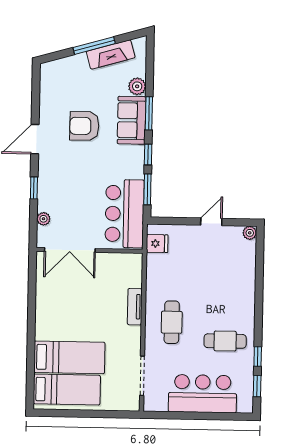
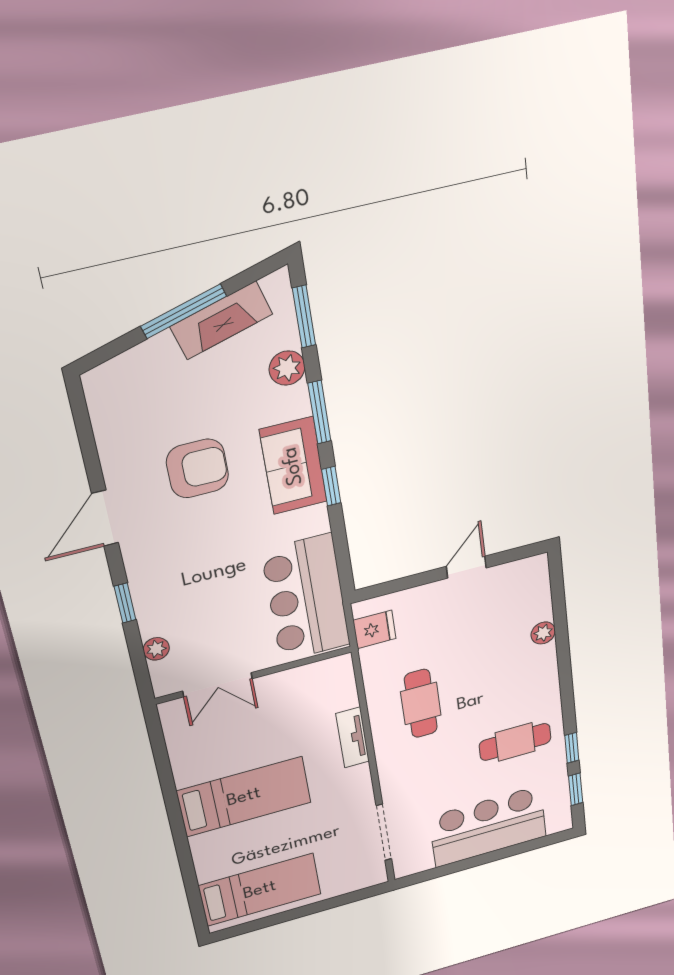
sofa: (132, 120) -> (293, 466), moved
armchair: (84, 126) -> (197, 468), turned 180
window: (147, 189) -> (304, 317), moved
plant: (250, 233) -> (543, 633), moved
double door: (70, 250) -> (217, 685), width x0.73
cafe table: (172, 322) -> (421, 703), moved
bed: (69, 357) -> (244, 797), moved

